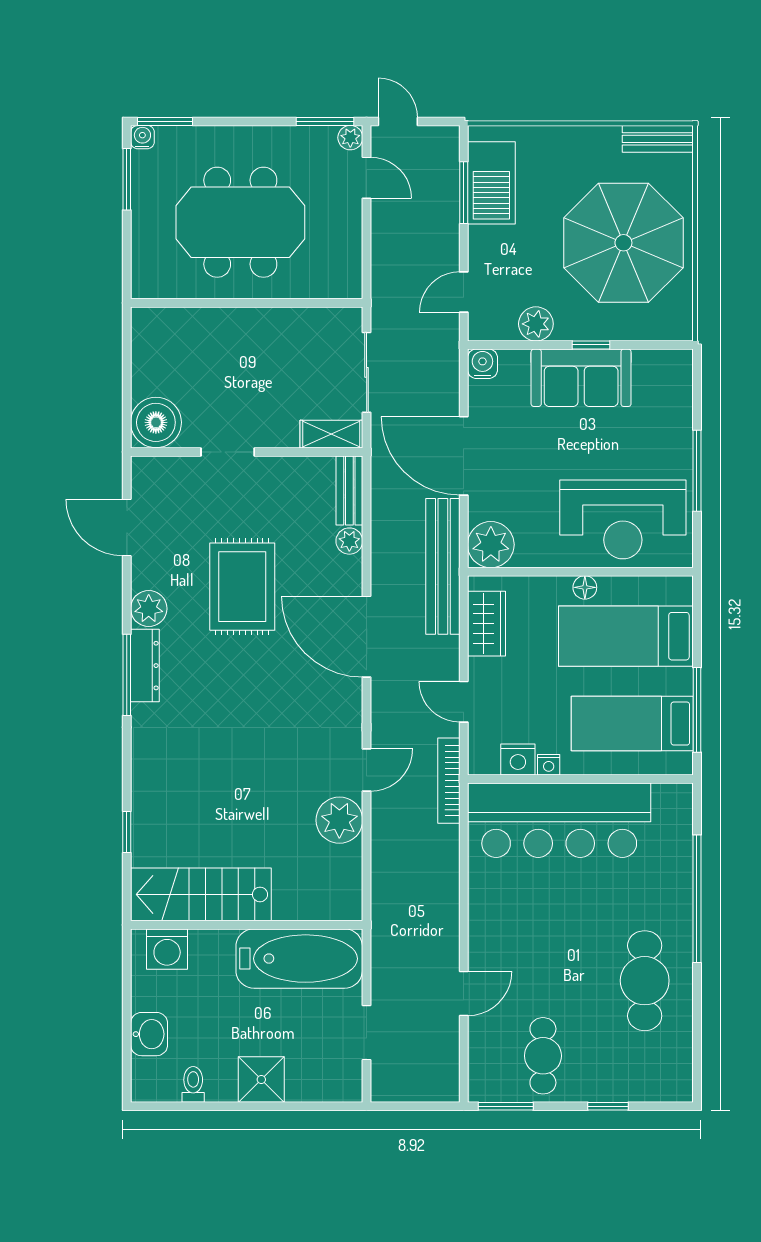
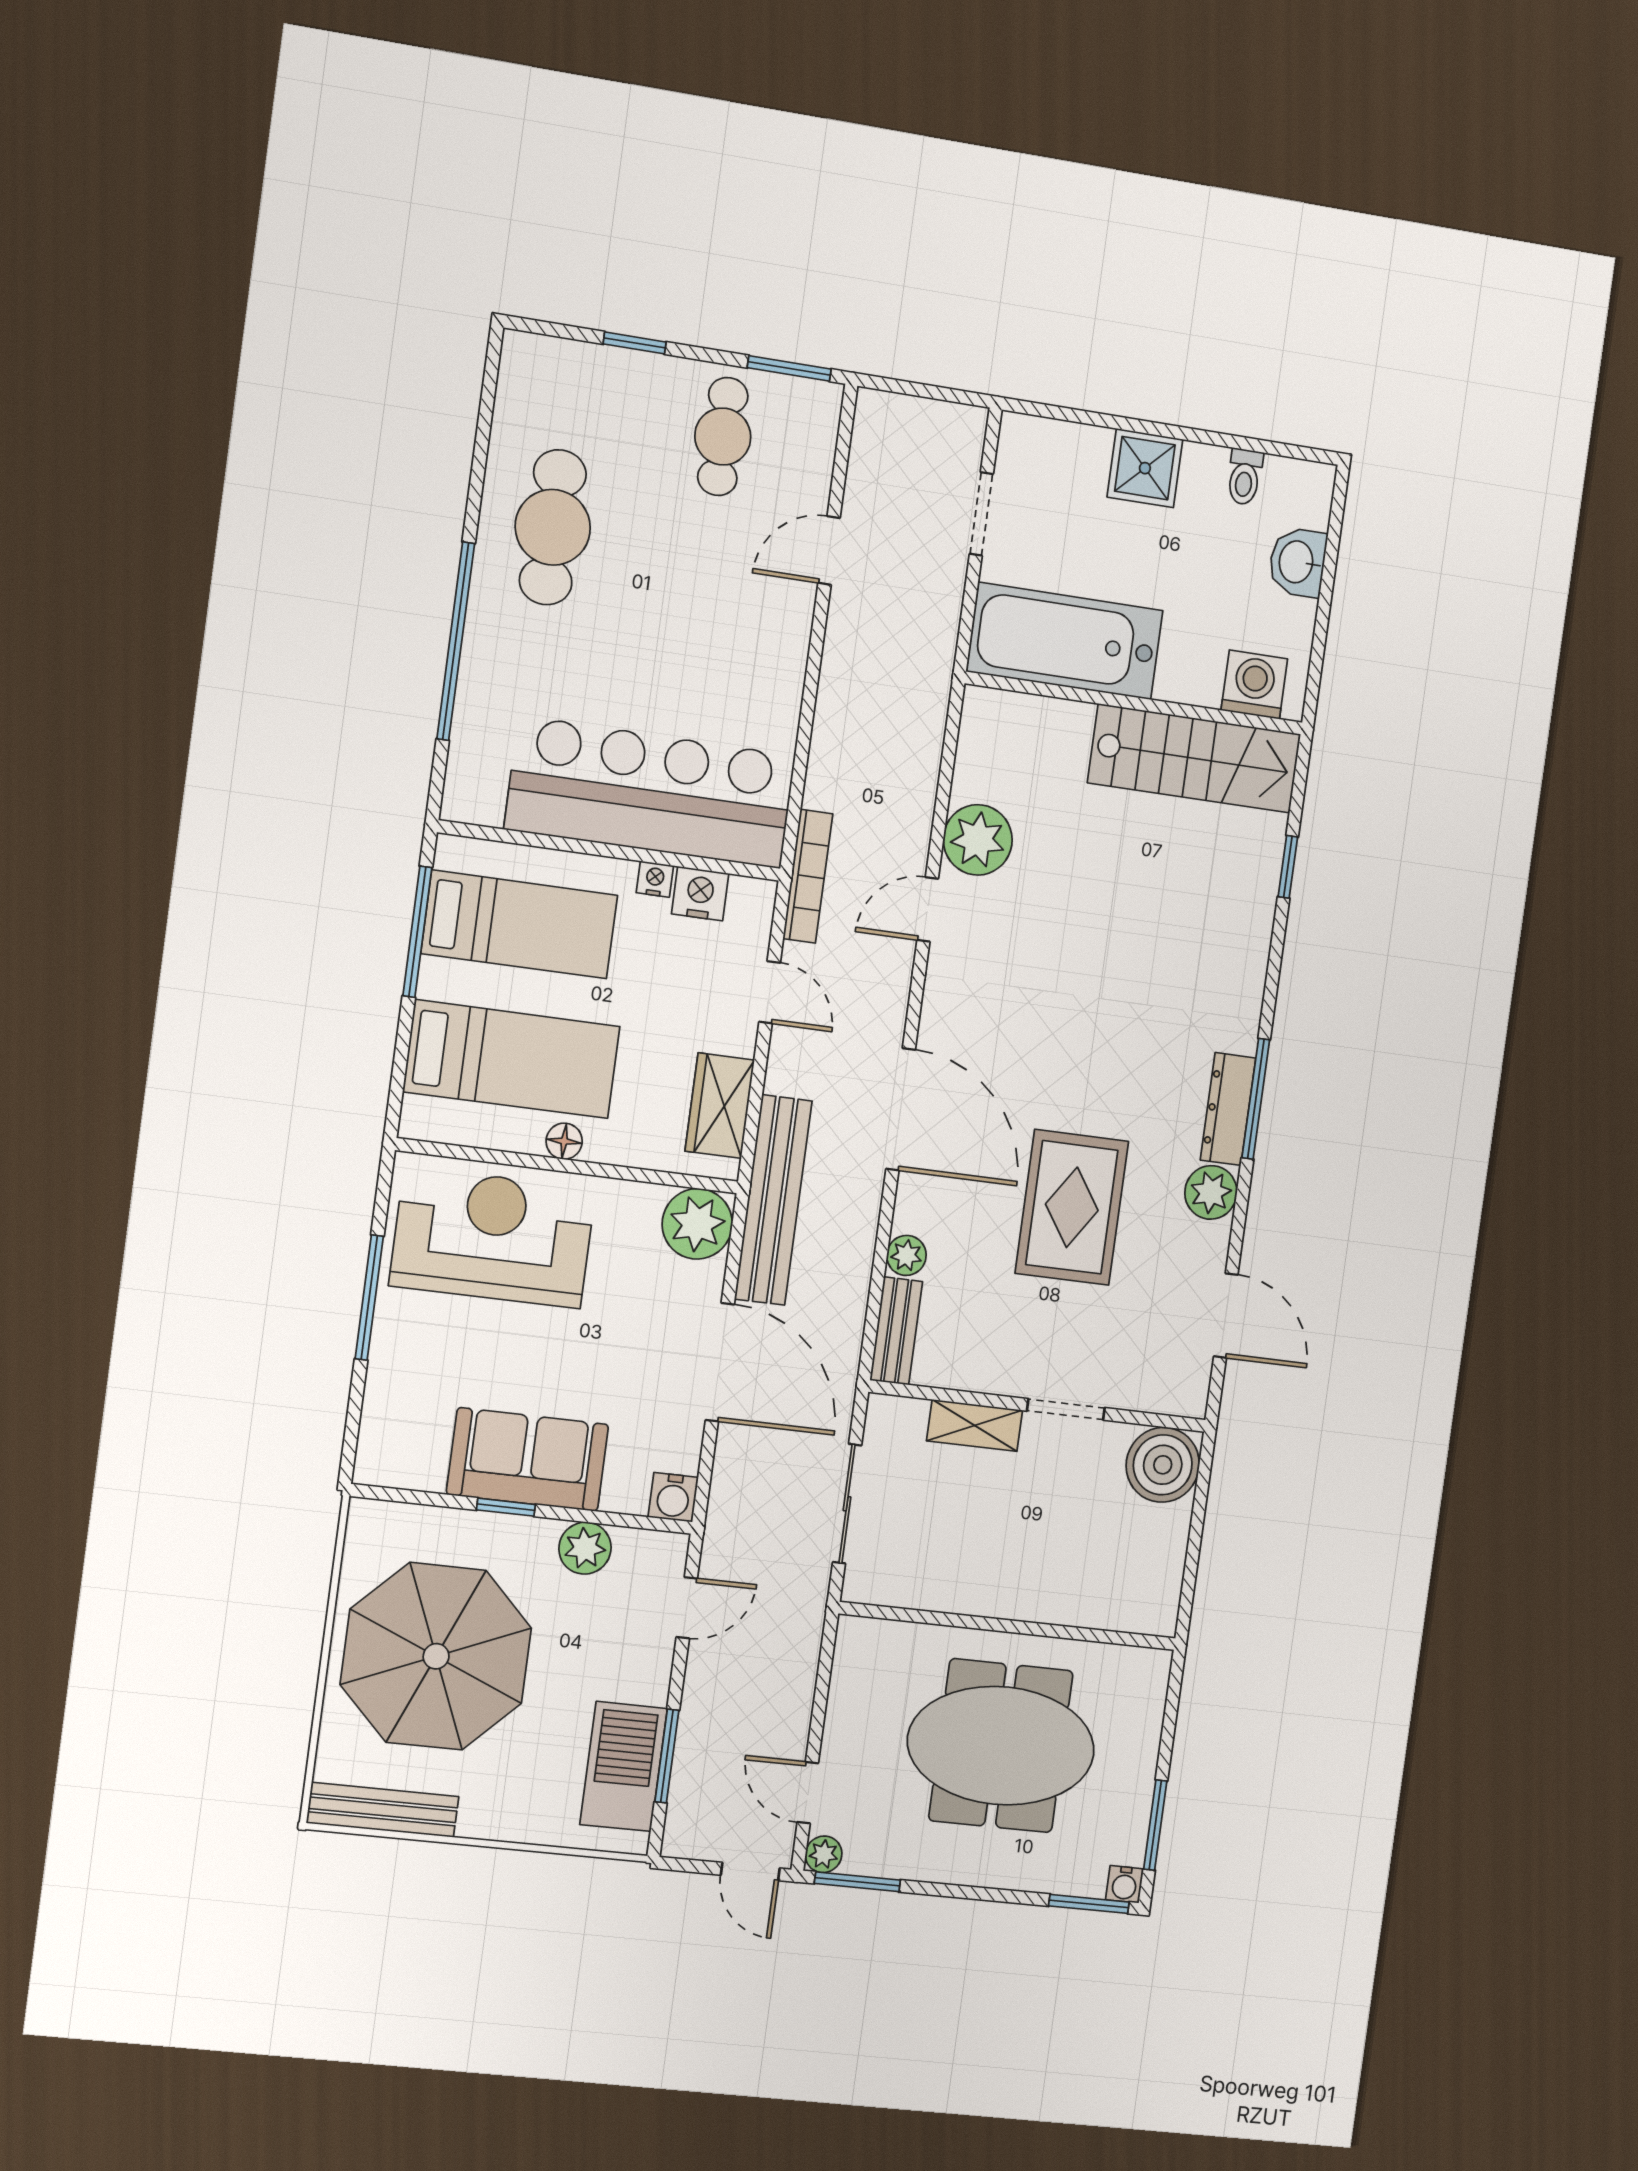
bench: (658, 139) -> (383, 1810), width x1.36
shelving: (331, 434) -> (975, 1425), moved

